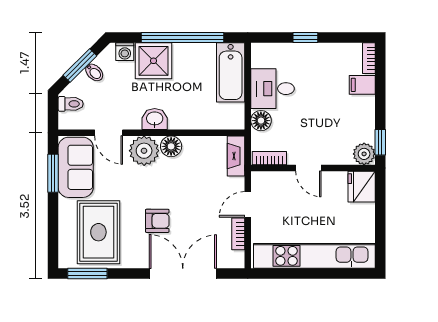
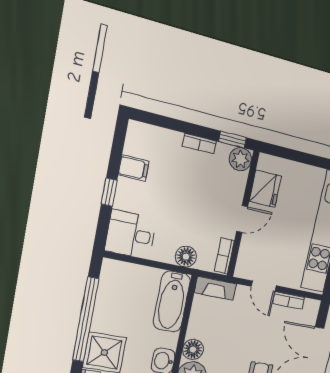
bookcase: (369, 58) -> (199, 144), moved
bathtub: (231, 72) -> (172, 302), moved, turned 90
filing cabinet: (362, 85) -> (134, 168), moved, turned -90
desk: (272, 89) -> (131, 235), moved, turned 90
fridge: (362, 187) -> (265, 189), moved, turned -90

